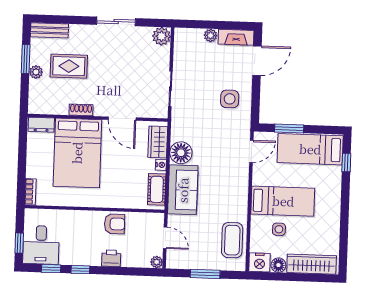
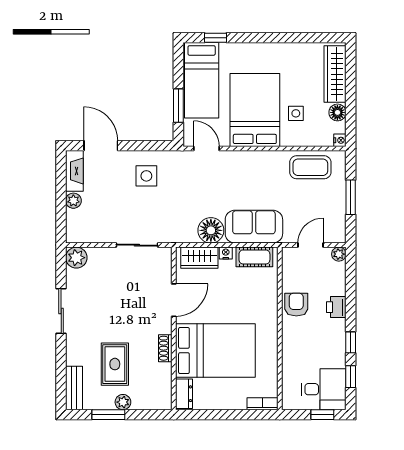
bed: (283, 201) -> (255, 110), width x1.50
nightstand: (260, 262) -> (340, 140), width x0.53, depth x0.56

